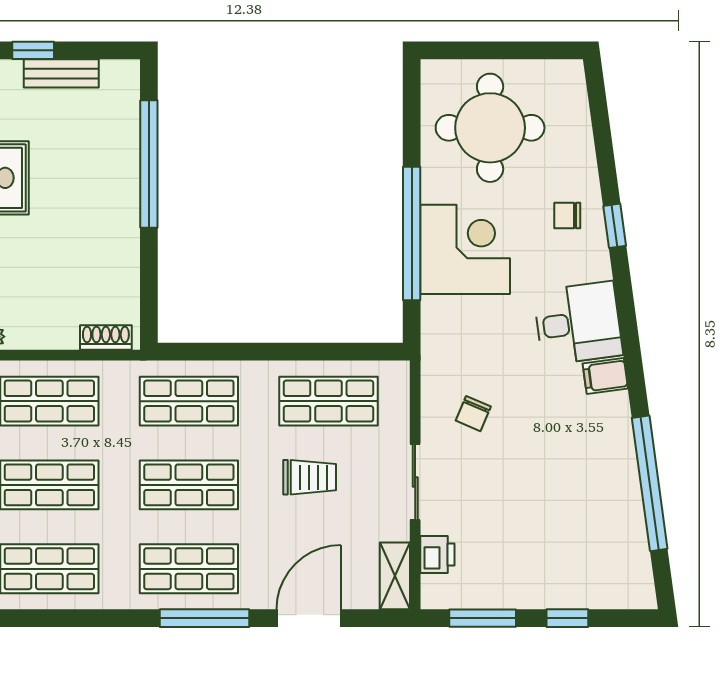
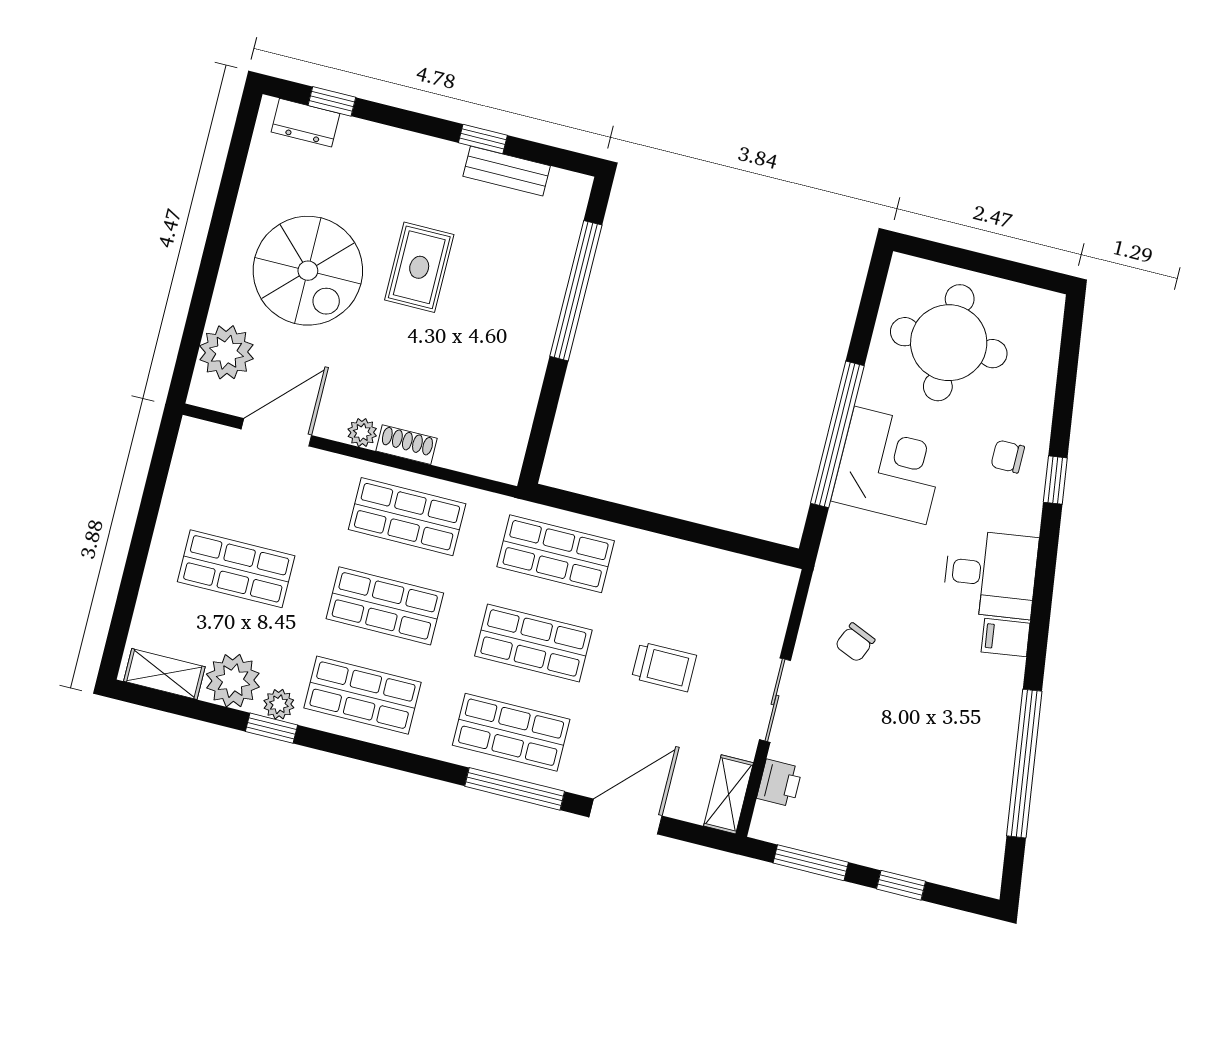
shoe rack: (106, 338) -> (407, 445), moved
shop shelf: (328, 401) -> (704, 591), removed

